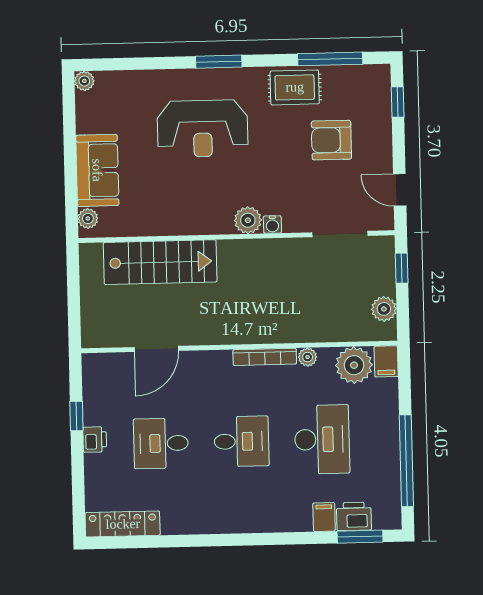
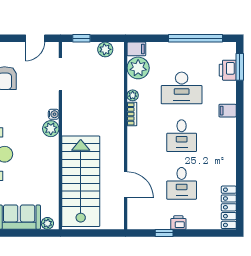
stairs: (160, 262) -> (81, 181), width x1.36, depth x1.51
bookcase: (265, 357) -> (132, 114), width x0.64
desk: (322, 439) -> (182, 88), turned 180
desk: (241, 441) -> (182, 136), turned 180
filing cabinet: (324, 517) -> (228, 111), moved

